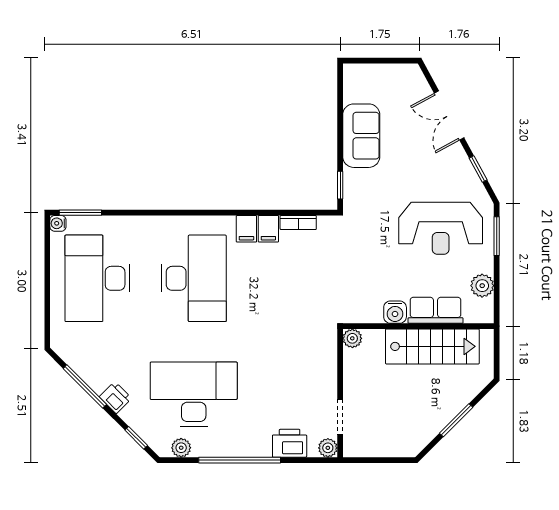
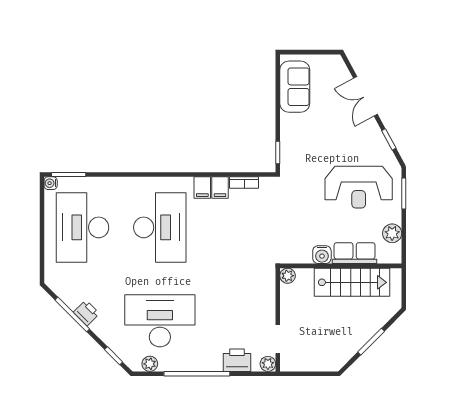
sofa: (361, 136) -> (295, 87), moved
printer: (115, 398) -> (86, 313), moved

